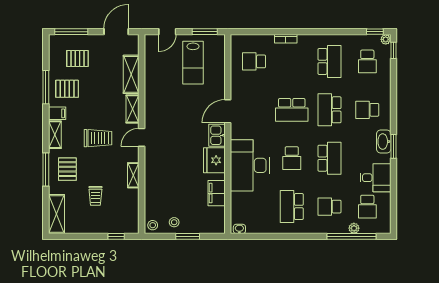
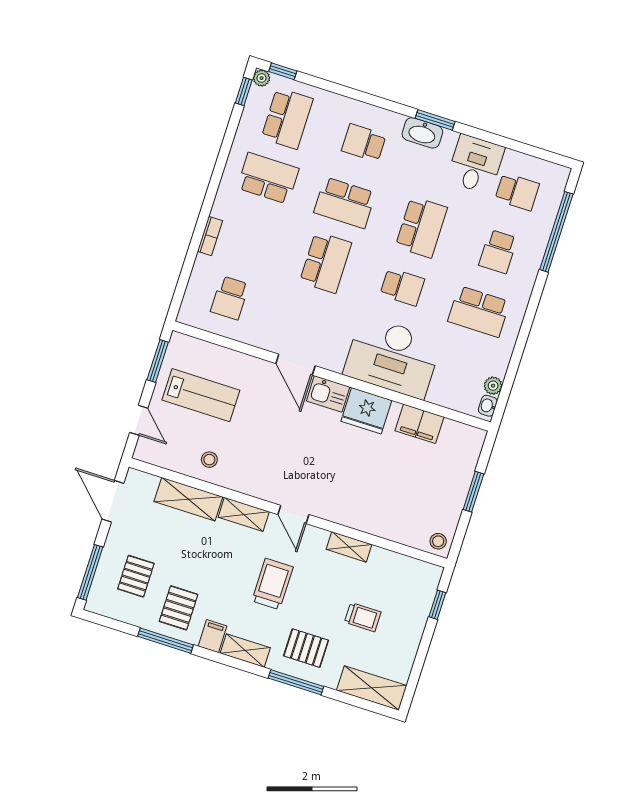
school desk: (367, 61) -> (287, 118), width x1.85
school desk: (367, 110) -> (364, 143), turned 90
school desk: (330, 158) -> (421, 227), turned 90
stool: (174, 222) -> (209, 460), moved
plant: (354, 228) -> (493, 386), moved

